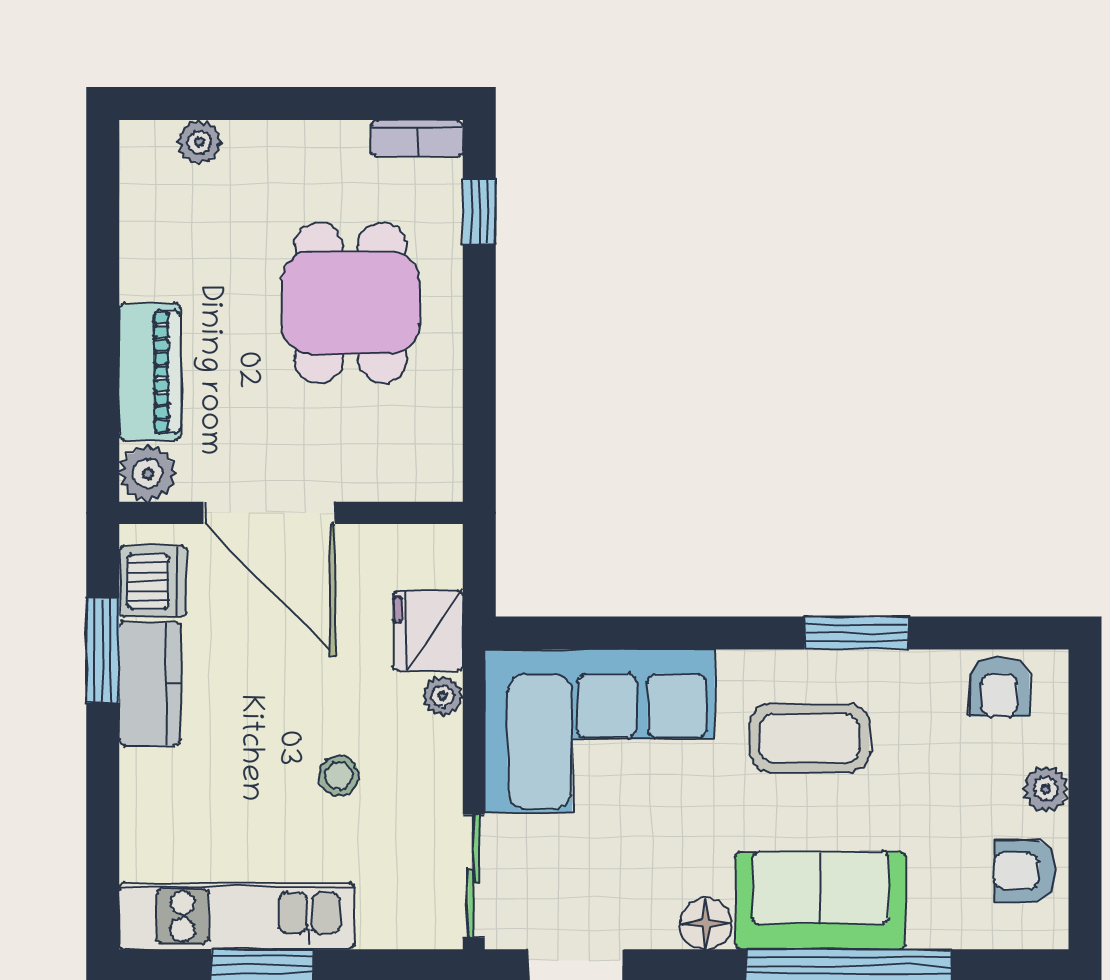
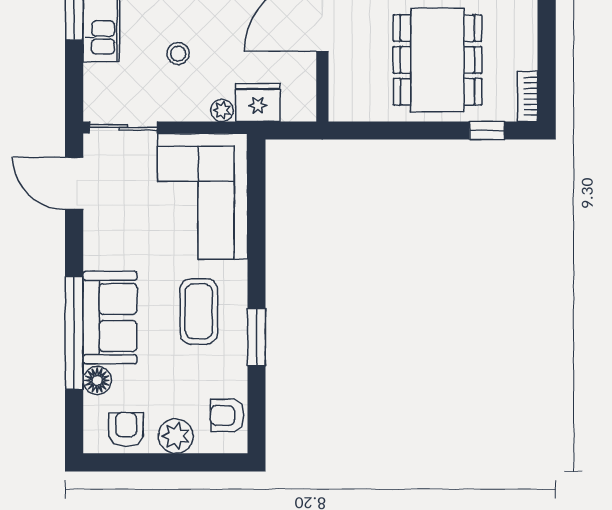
dining table: (350, 303) -> (437, 60), width x1.38
plant: (1046, 789) -> (176, 436), width x1.38, depth x1.38
floor lamp: (706, 924) -> (97, 380), moved

